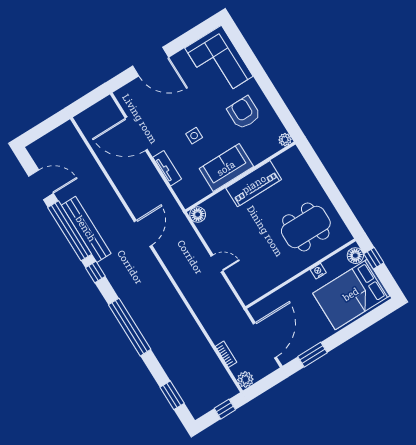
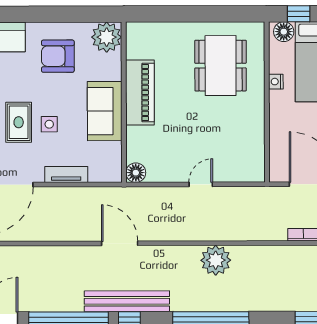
rug: (183, 114) -> (19, 122), added
plant: (285, 140) -> (107, 37), width x1.88, depth x1.88
bench: (86, 229) -> (127, 301), moved
plant: (172, 306) -> (216, 260), added

